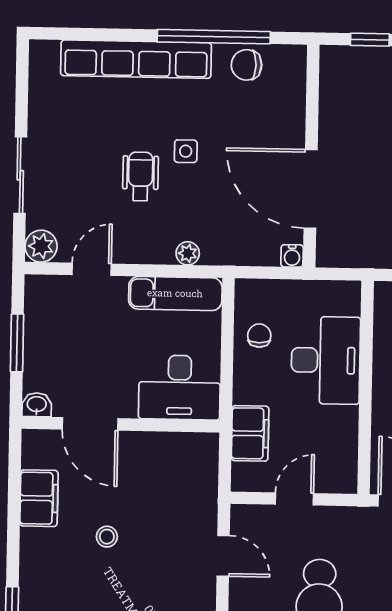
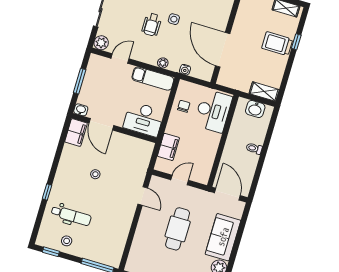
wheelchair: (140, 176) -> (152, 25), turned 180
water cooler: (292, 256) -> (185, 70), moved
desk: (326, 360) -> (213, 111), moved
filing cabinet: (39, 498) -> (76, 133), moved

